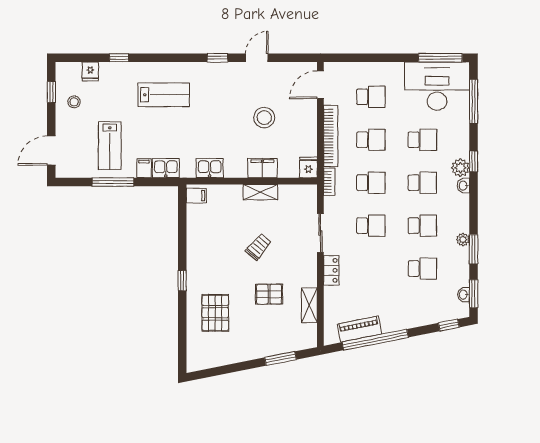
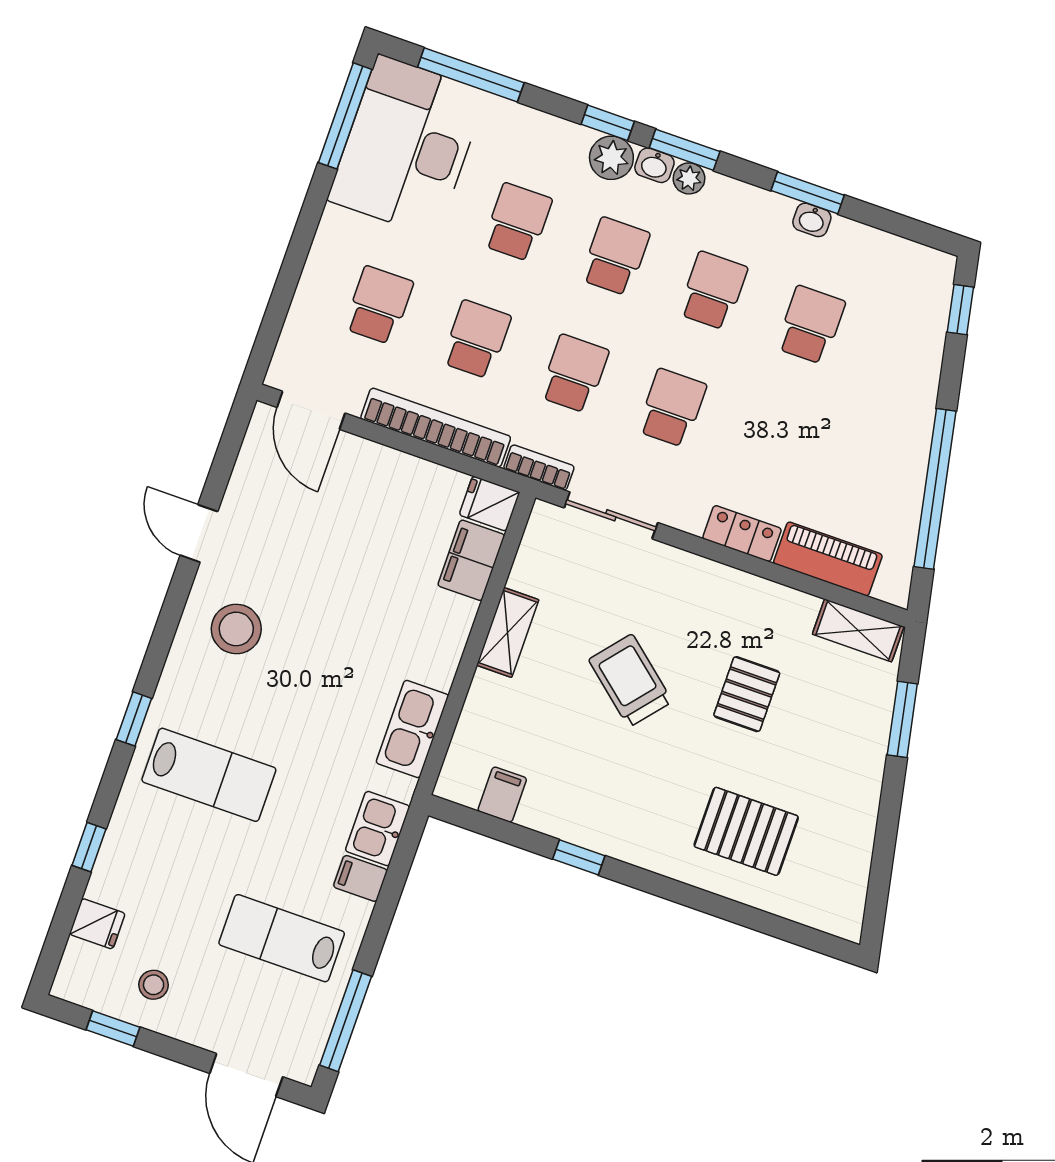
window: (217, 58) -> (134, 719), moved
lab bench: (164, 95) -> (209, 775), turned 90
stool: (264, 118) -> (236, 629), moved
lab bench: (110, 146) -> (282, 938), turned 180
kitchen sink: (210, 168) -> (412, 729), width x1.38
filing cabinet: (262, 168) -> (471, 560), moved
window: (113, 182) -> (346, 1021), moved
filing cabinet: (196, 196) -> (502, 795), moved
sliding door: (320, 233) -> (611, 515), moved
plant: (463, 240) -> (689, 178), moved
trolley: (258, 247) -> (630, 681), width x1.36, depth x1.39
window: (182, 281) -> (579, 857), moved
window: (474, 294) -> (685, 150), moved
washbasin: (464, 295) -> (812, 220), moved
shelving: (309, 305) -> (858, 630), moved
piano: (359, 329) -> (828, 559), moved, turned 101

